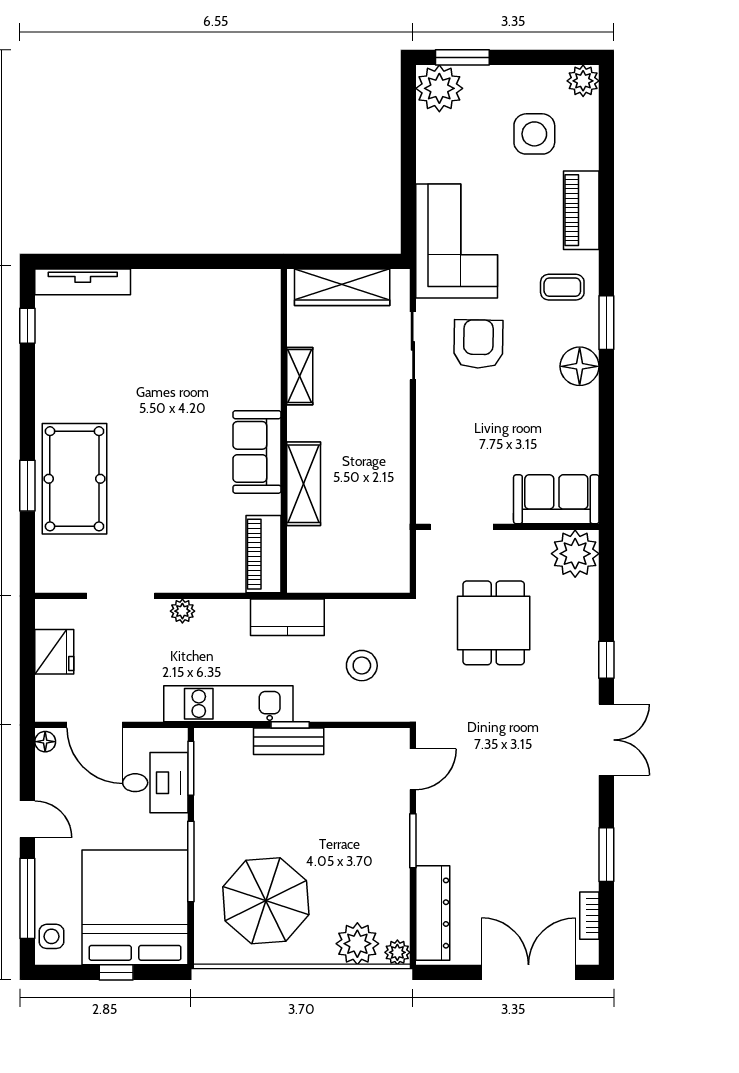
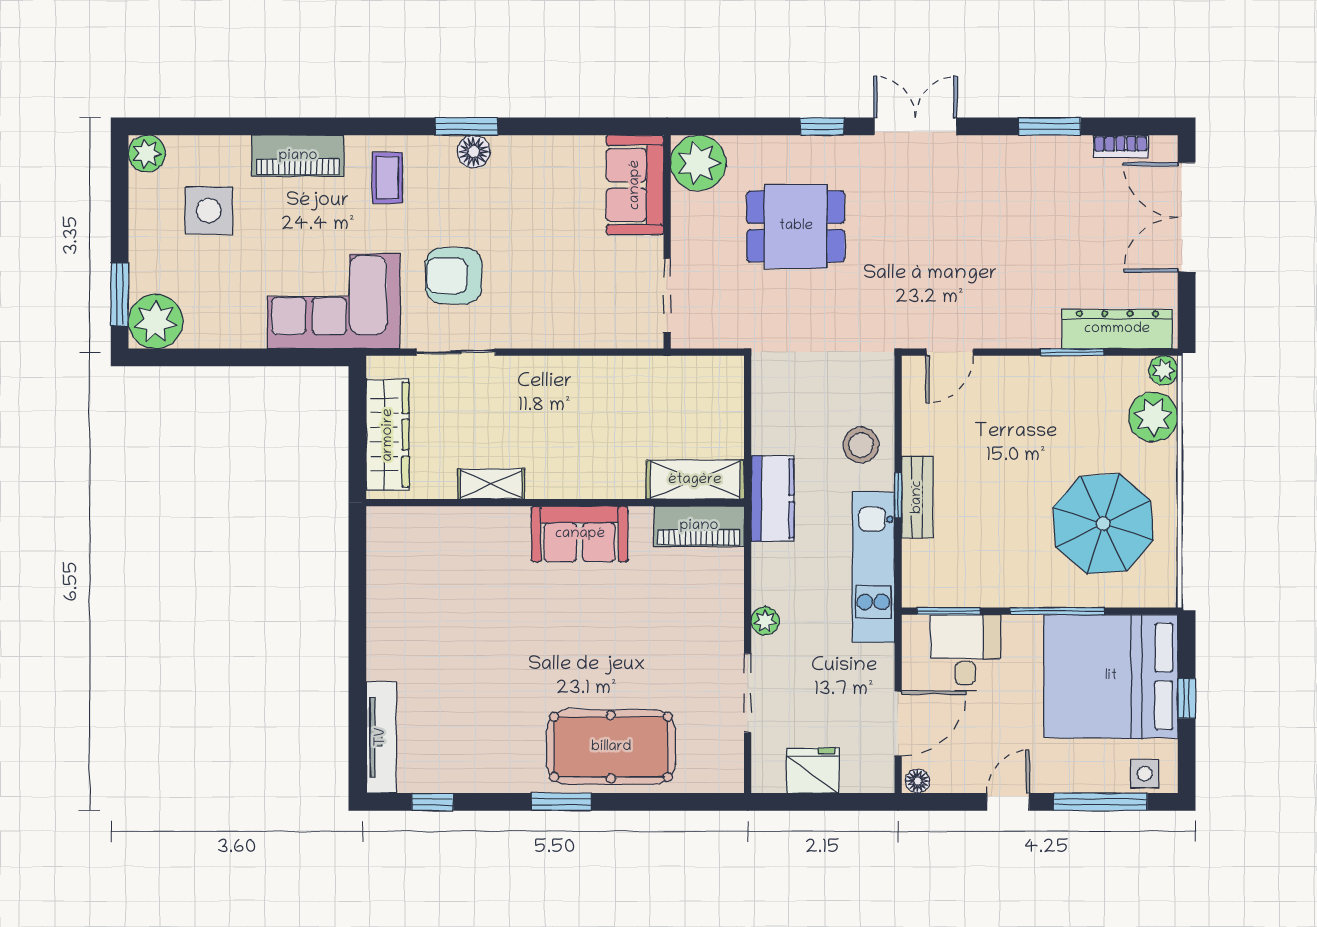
window: (606, 323) -> (466, 126), moved
floor lamp: (580, 366) -> (474, 152), width x0.73, depth x0.73
shelving: (304, 484) -> (695, 480), moved
window: (27, 486) -> (561, 802), moved
dining table: (494, 623) -> (796, 226), moved
stool: (362, 666) -> (861, 445), moved
door: (413, 769) -> (950, 352), swing flipped
window: (413, 841) -> (1072, 352), moved

